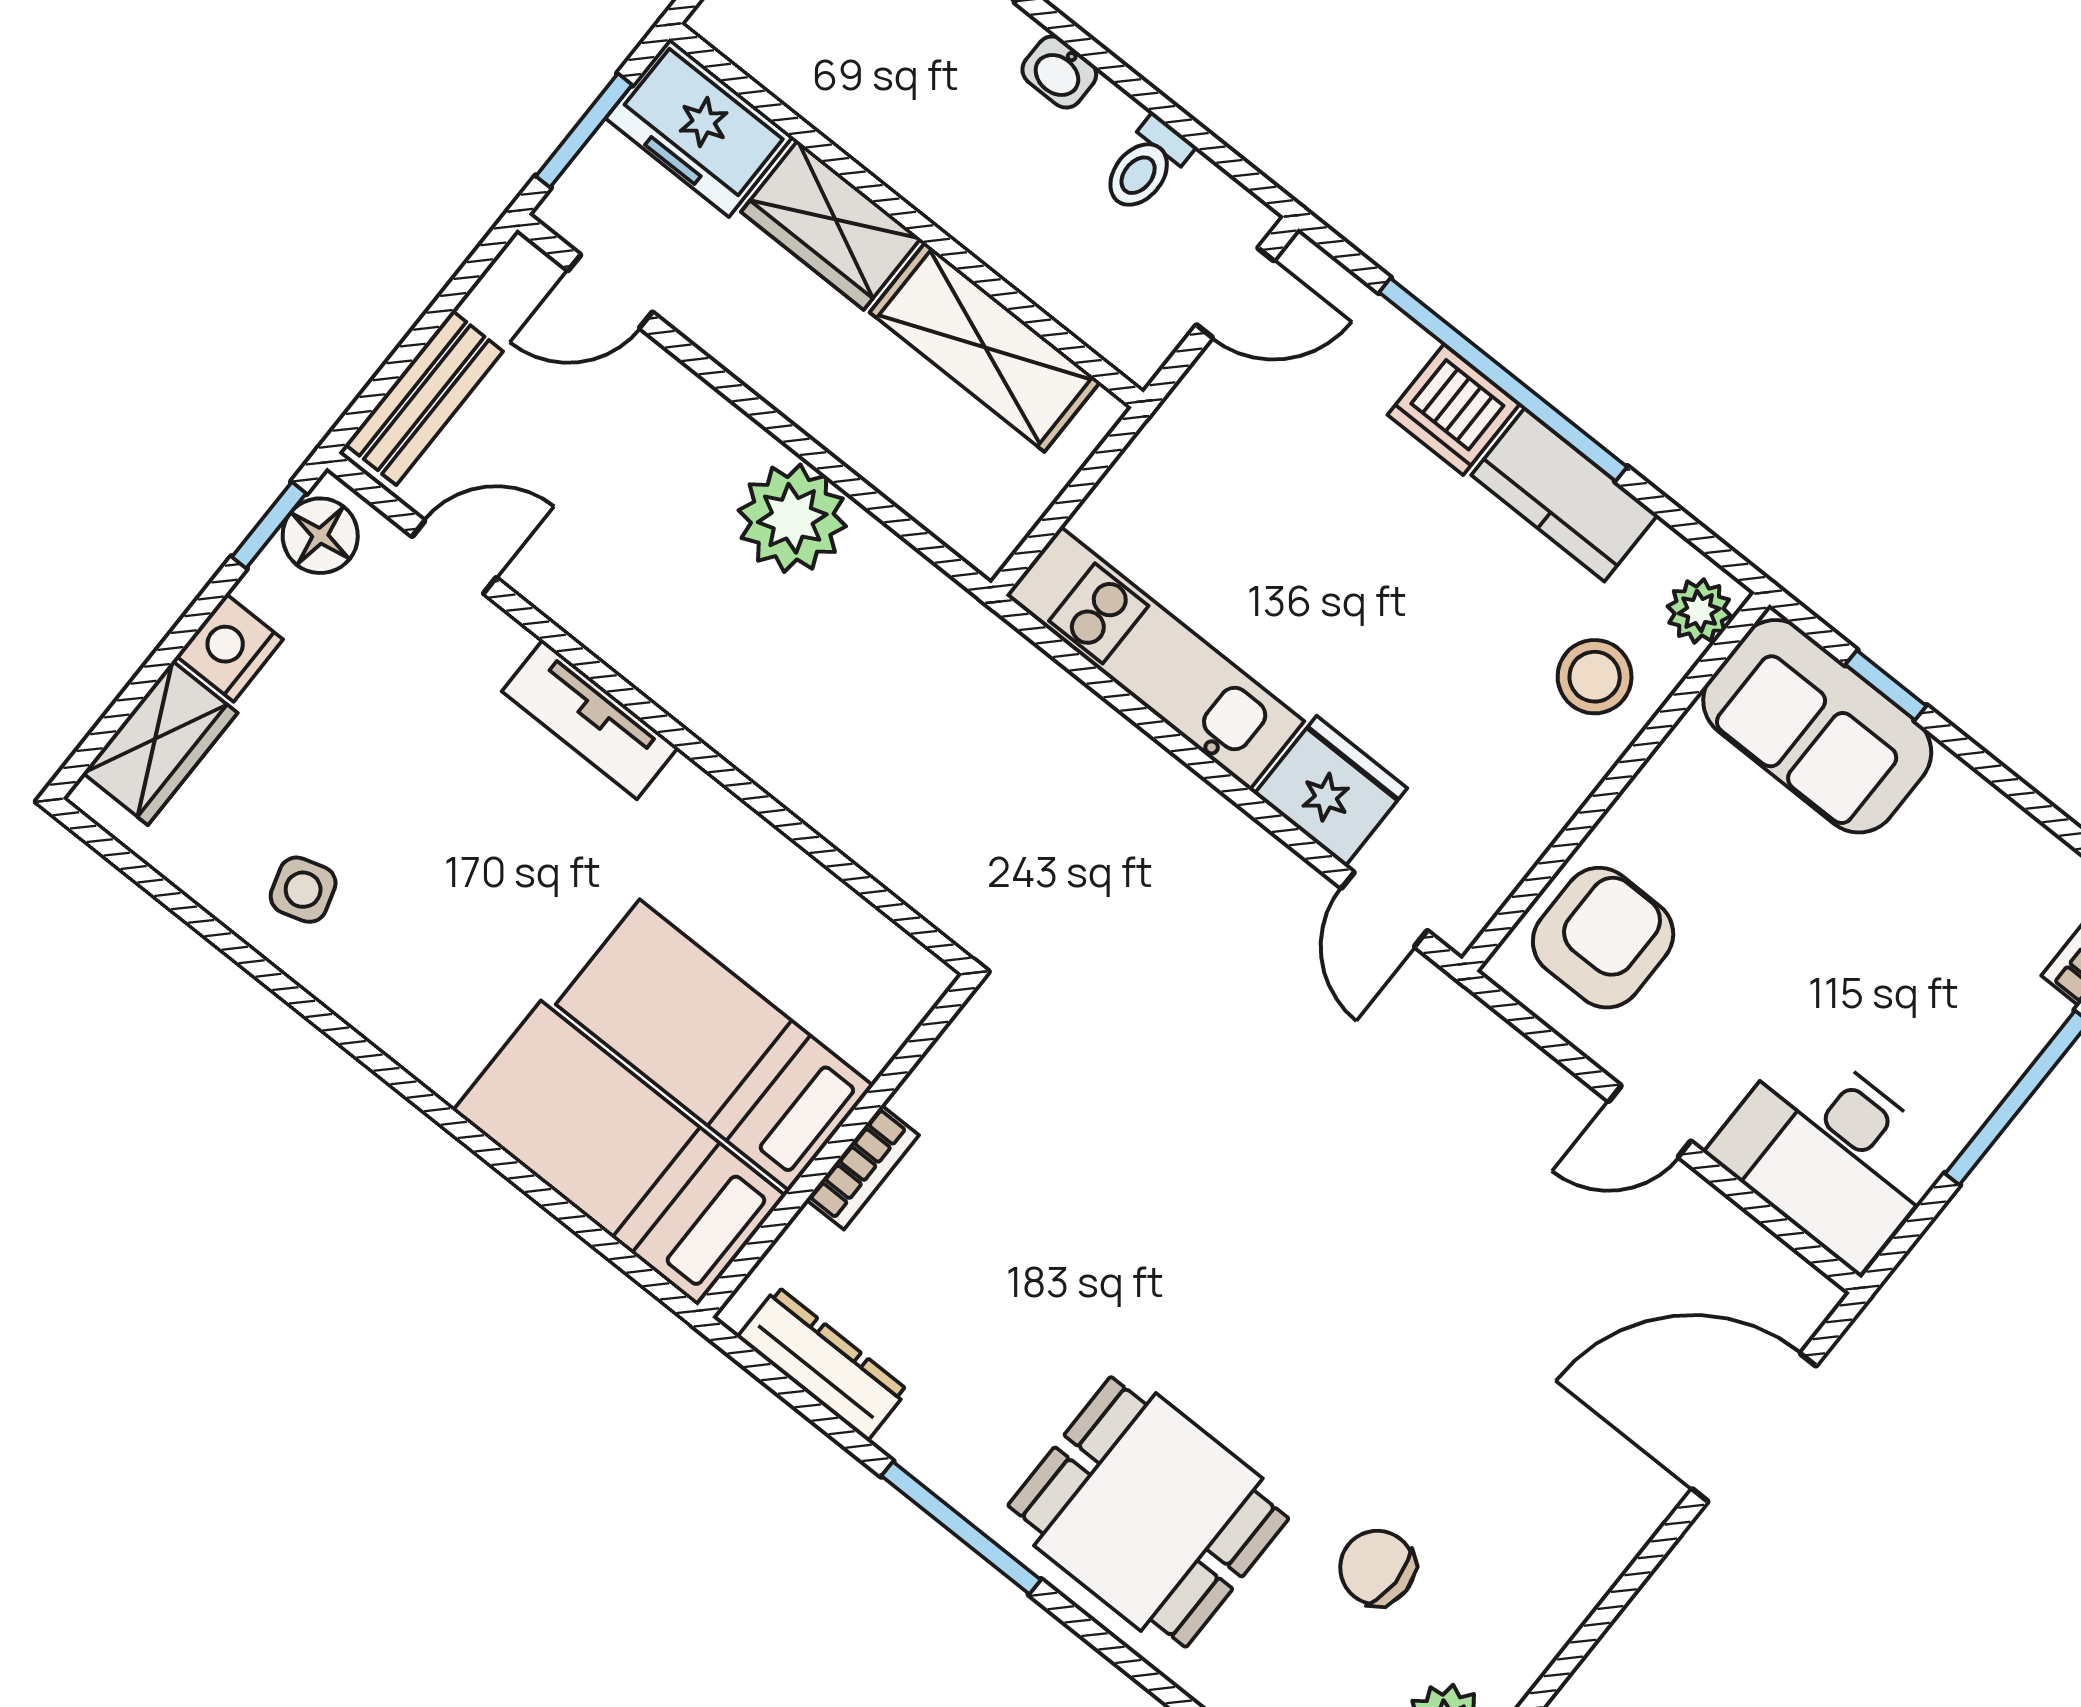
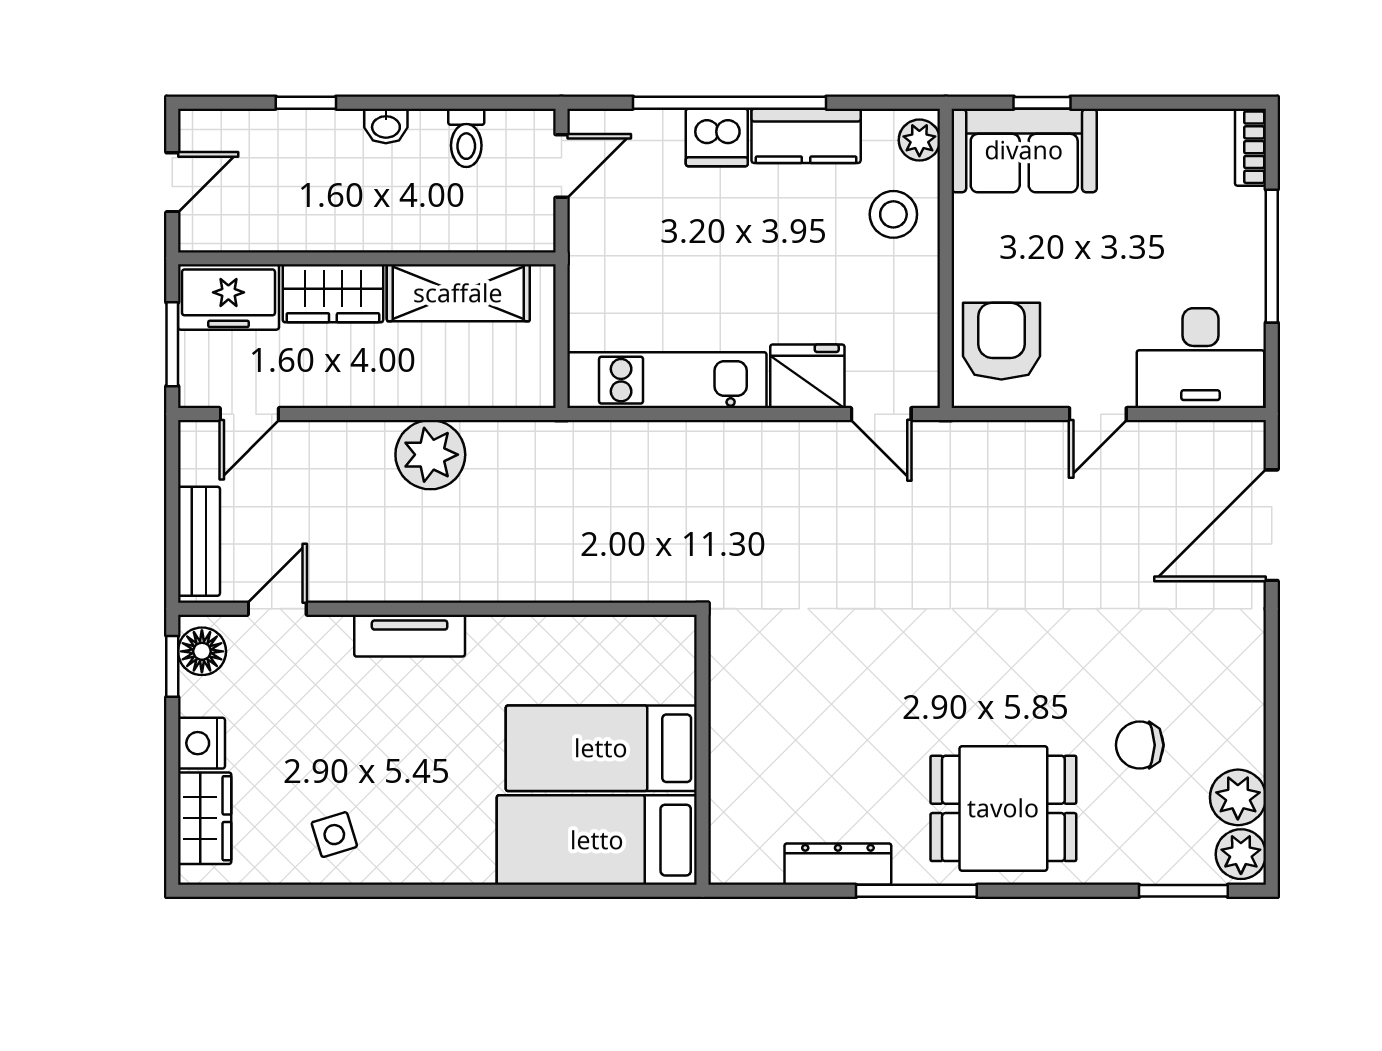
bookcase: (863, 1167) -> (724, 750), removed
dresser: (823, 1364) -> (838, 864), moved

